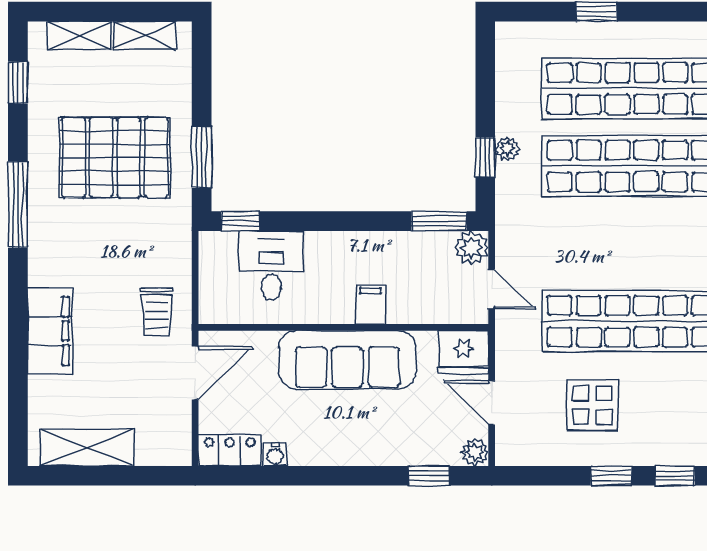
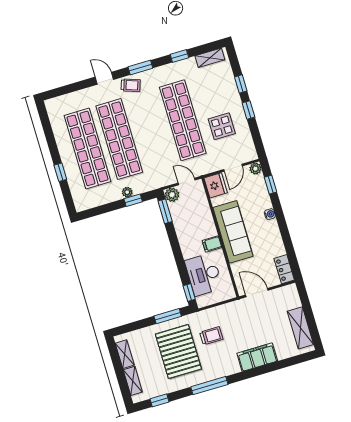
desk: (271, 266) -> (204, 275), width x1.37
door: (492, 289) -> (187, 182), hinge flipped
filing cabinet: (370, 305) -> (212, 244), moved
trolley: (157, 312) -> (211, 336), moved
water cooler: (275, 455) -> (270, 214), moved

